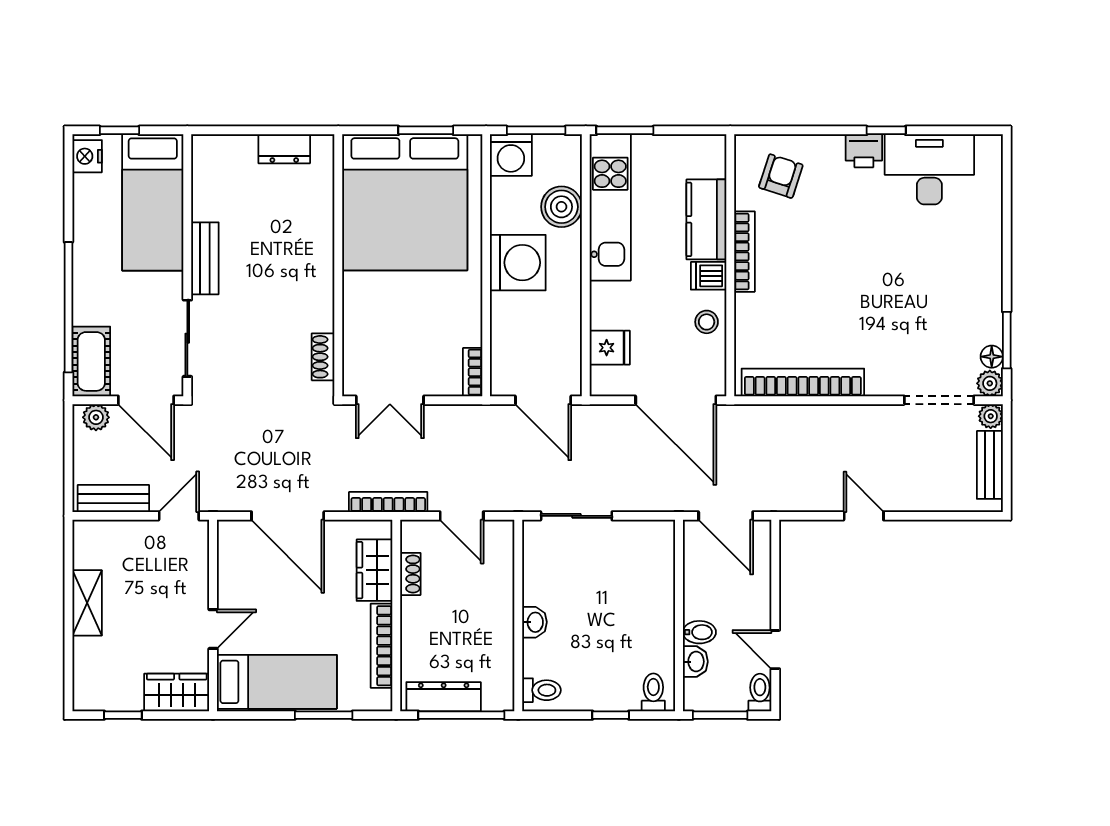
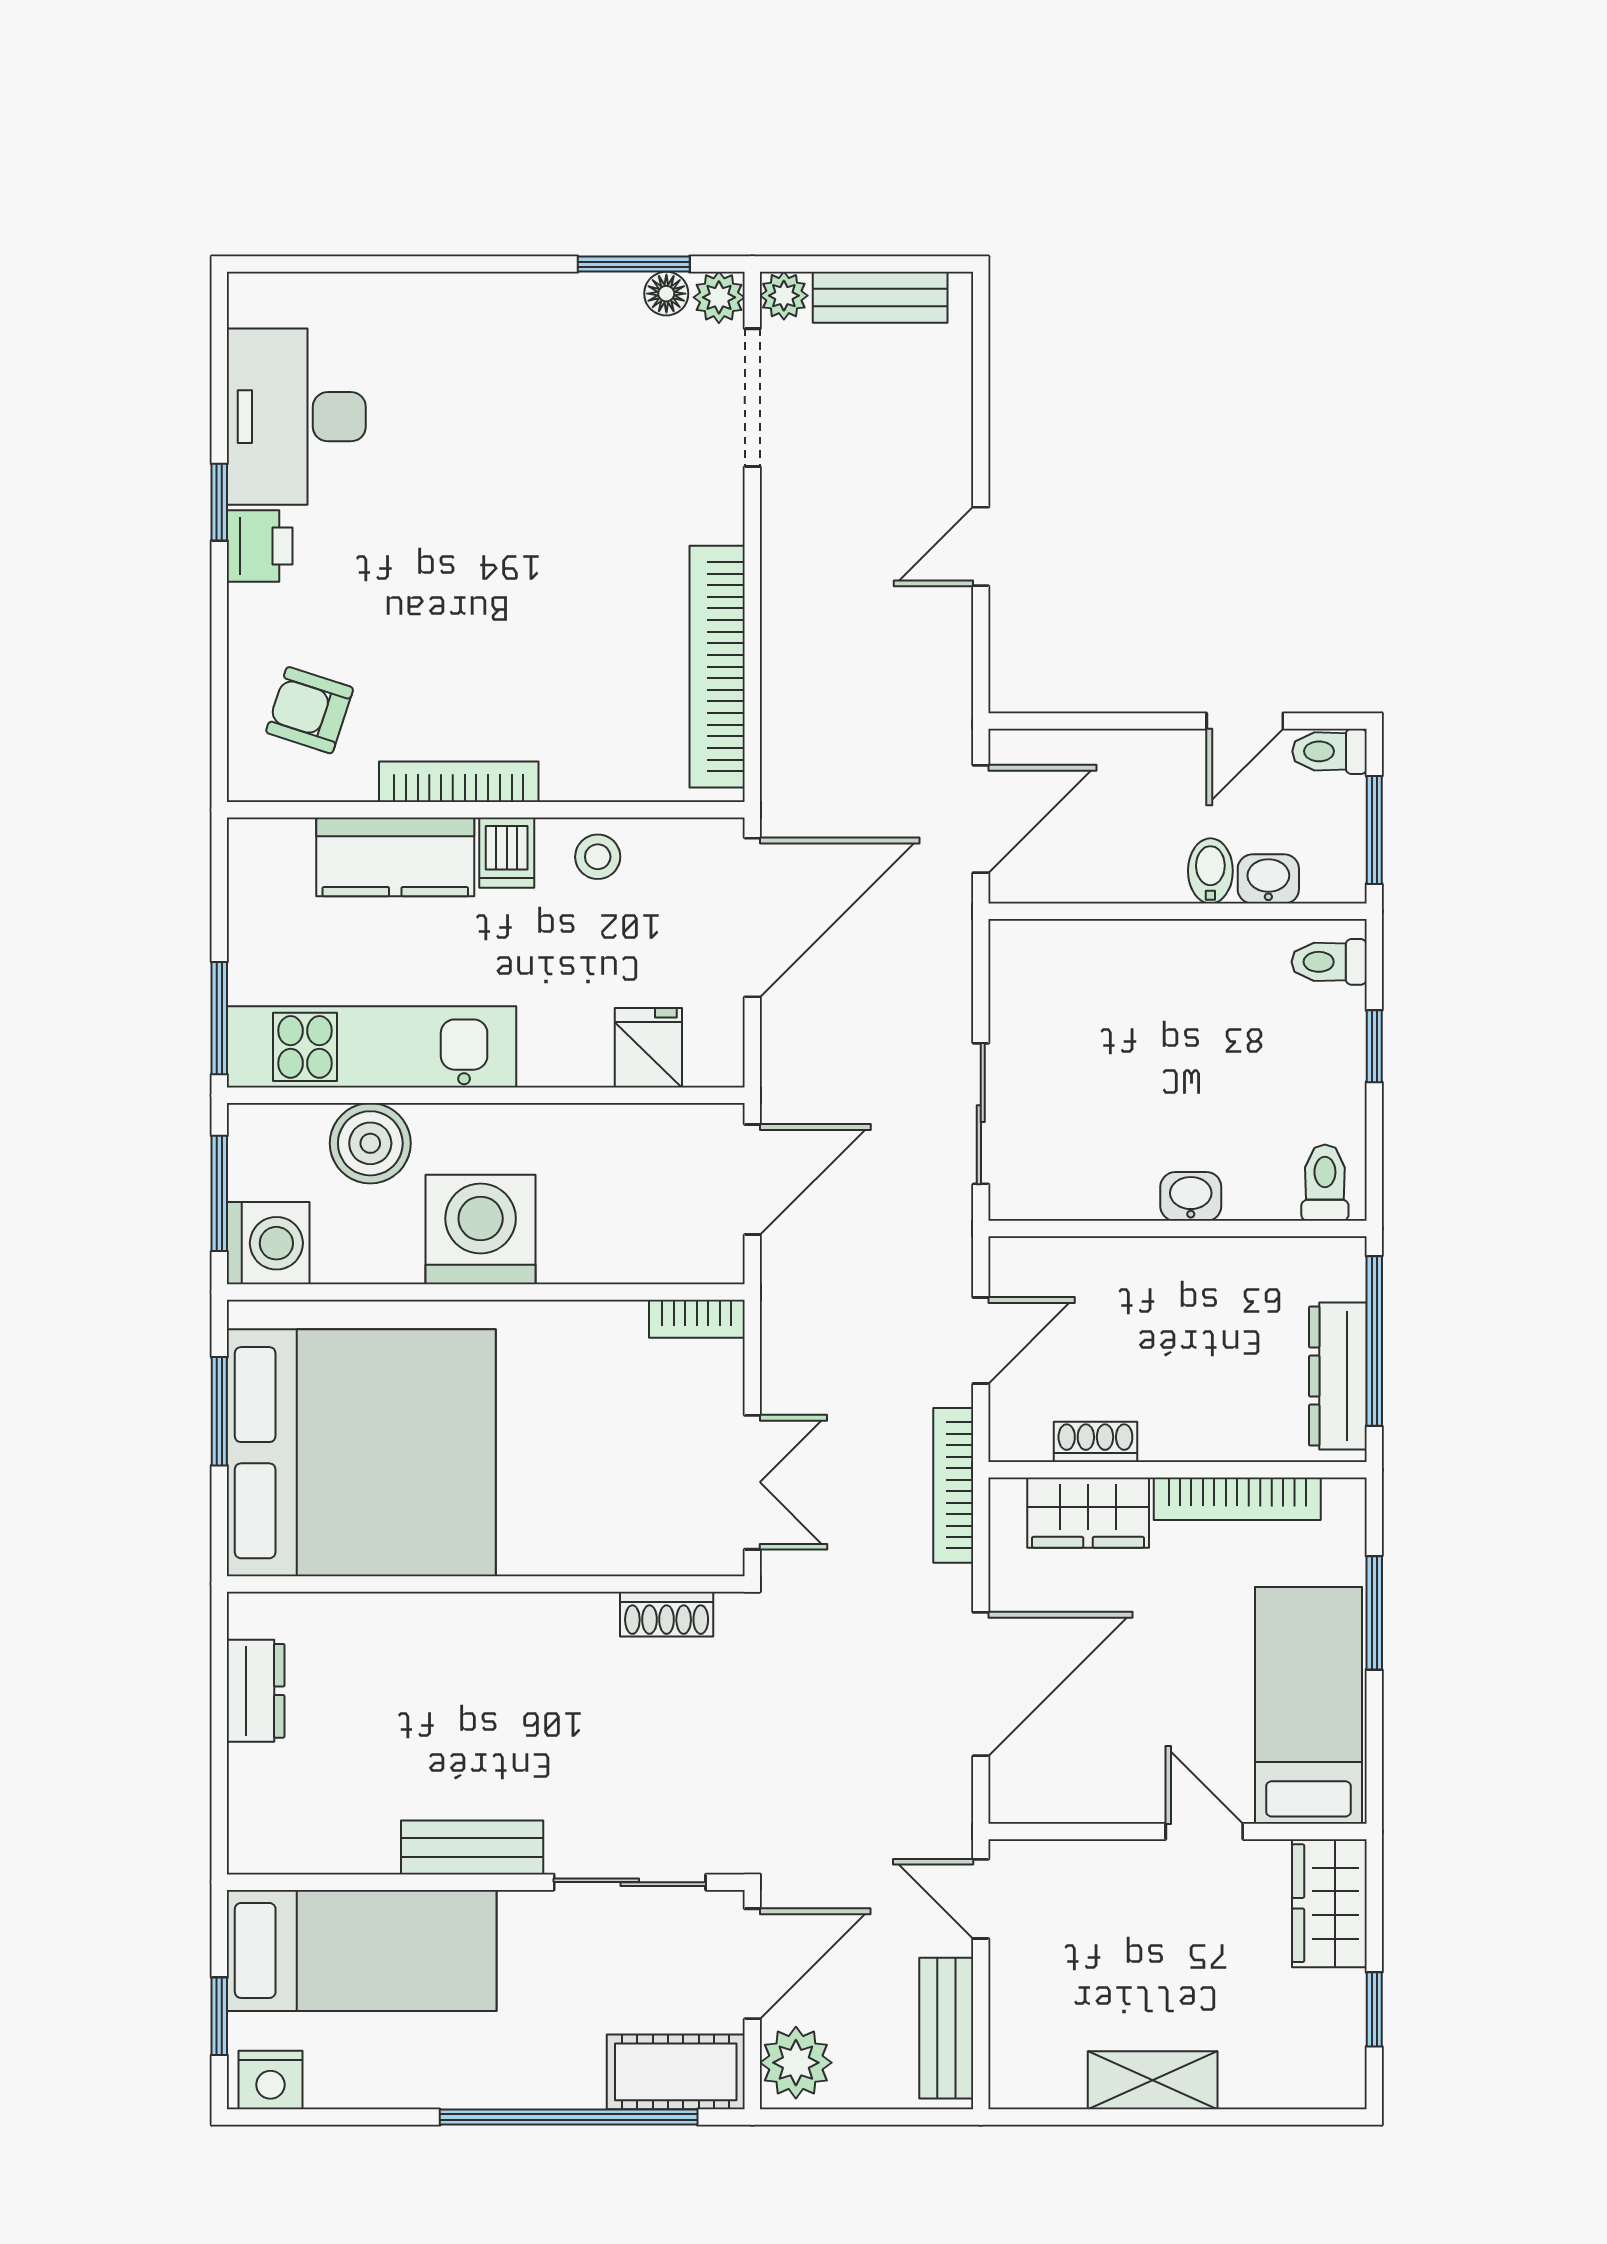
plant: (96, 417) -> (796, 2063), width x1.38, depth x1.38

